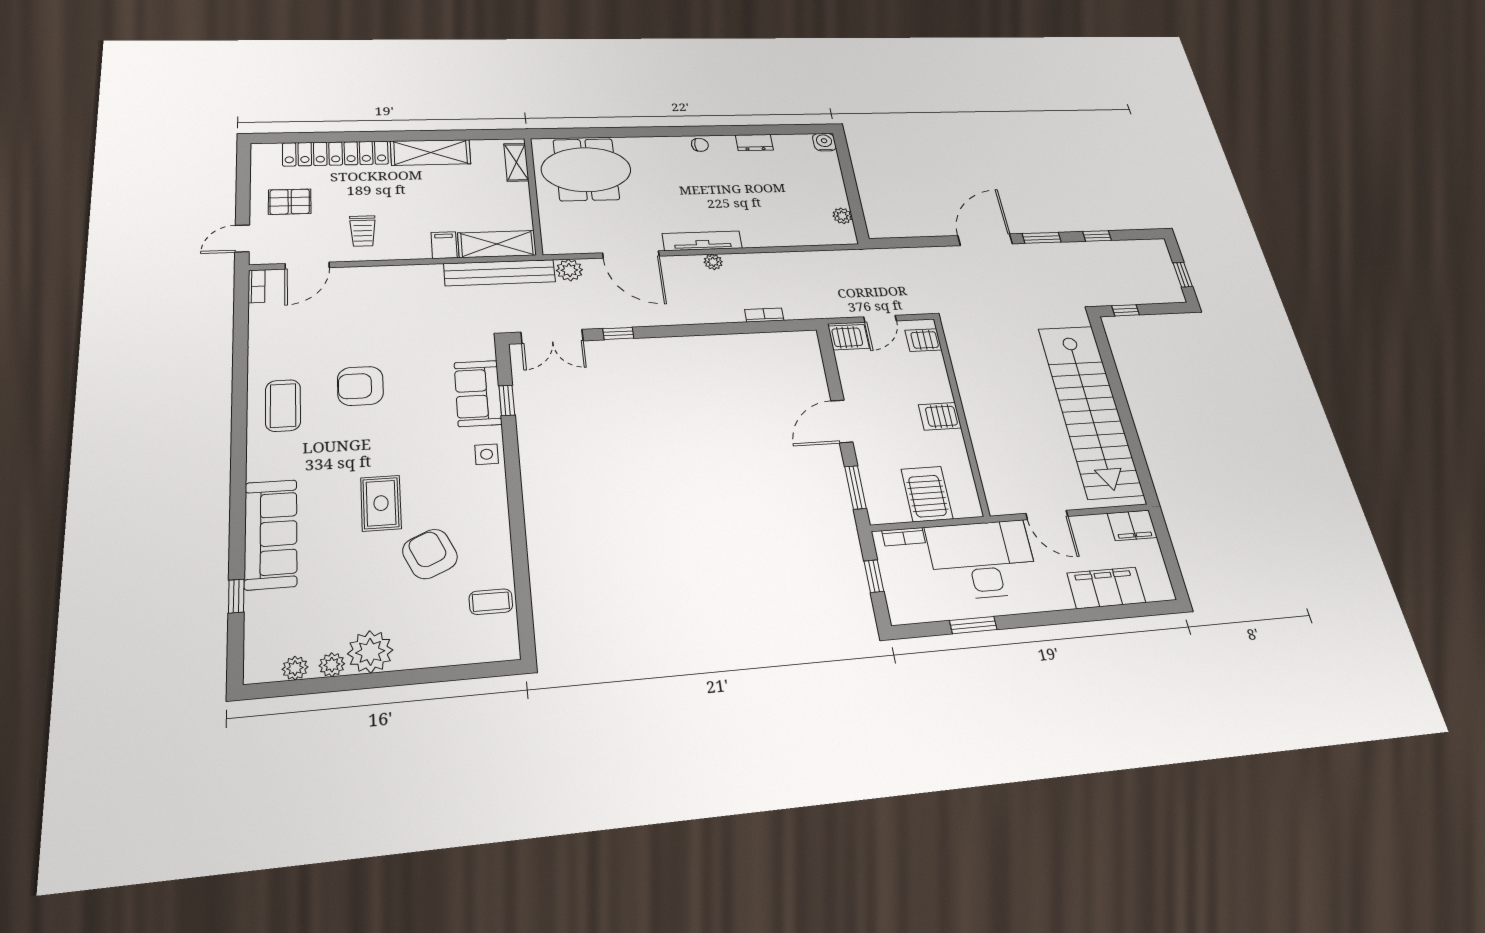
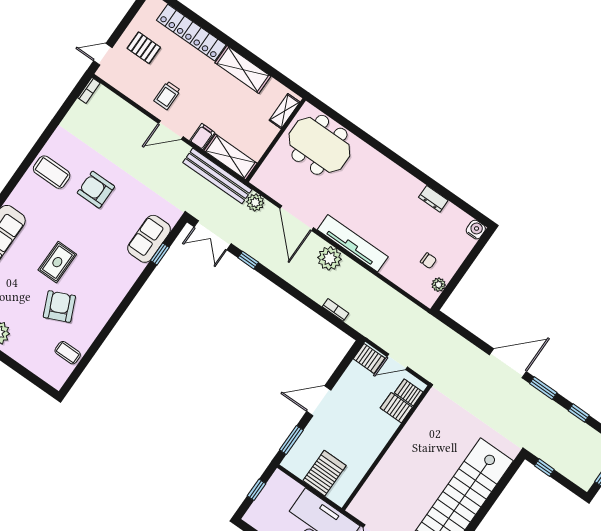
chair: (700, 145) -> (428, 261), moved
tv unit: (702, 241) -> (353, 243), width x1.36, depth x1.29
plant: (713, 262) -> (330, 258), width x1.88, depth x1.88
door: (307, 266) -> (171, 130), moved
coffee table: (283, 406) -> (52, 172), turned 90
server rack: (940, 416) -> (396, 408), moved
side table: (487, 454) -> (126, 276), removed
bookcase: (904, 537) -> (291, 484), removed

